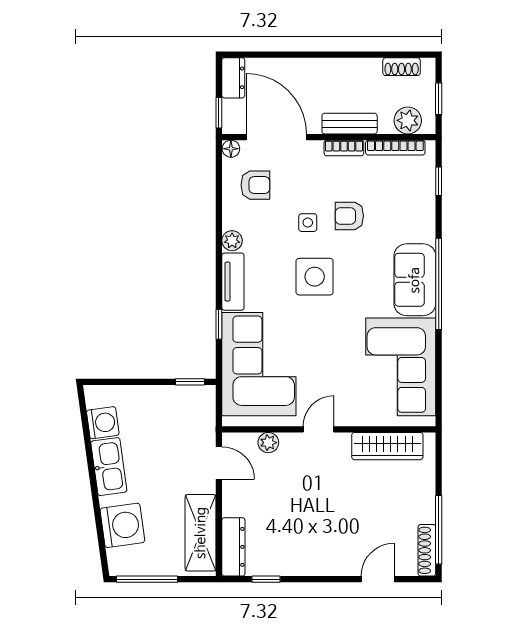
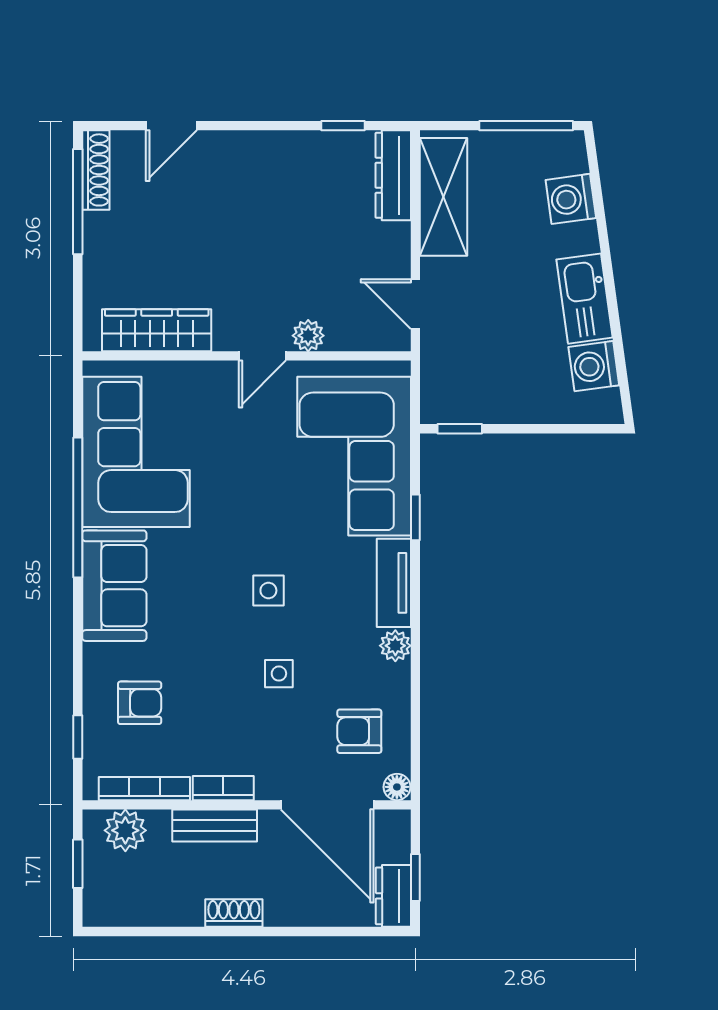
shoe rack: (402, 67) -> (234, 913), moved
window: (219, 113) -> (415, 878), moved
armchair: (349, 216) -> (140, 703), moved
side table: (315, 277) -> (268, 590), width x0.54, depth x0.54
window: (439, 284) -> (78, 507), moved
plant: (268, 443) -> (308, 336), moved
washing machine: (122, 525) -> (571, 199), width x0.73, depth x0.73

